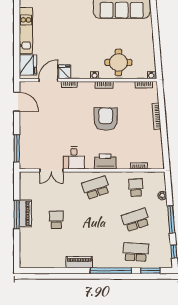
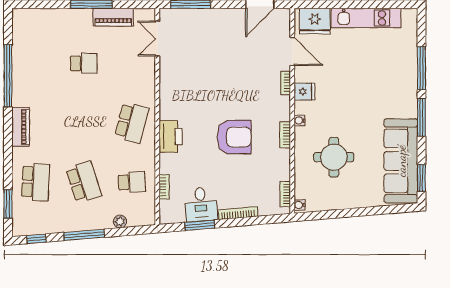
round table: (118, 62) -> (334, 157), moved
fridge: (65, 72) -> (304, 92), moved
window: (165, 142) -> (200, 225), added
desk: (74, 158) -> (201, 204), moved, turned -95
double door: (51, 170) -> (157, 38), moved
school desk: (96, 188) -> (132, 123), turned 33
piano: (25, 213) -> (113, 17), moved
piano: (79, 262) -> (21, 127), moved
window: (111, 271) -> (8, 76), moved

